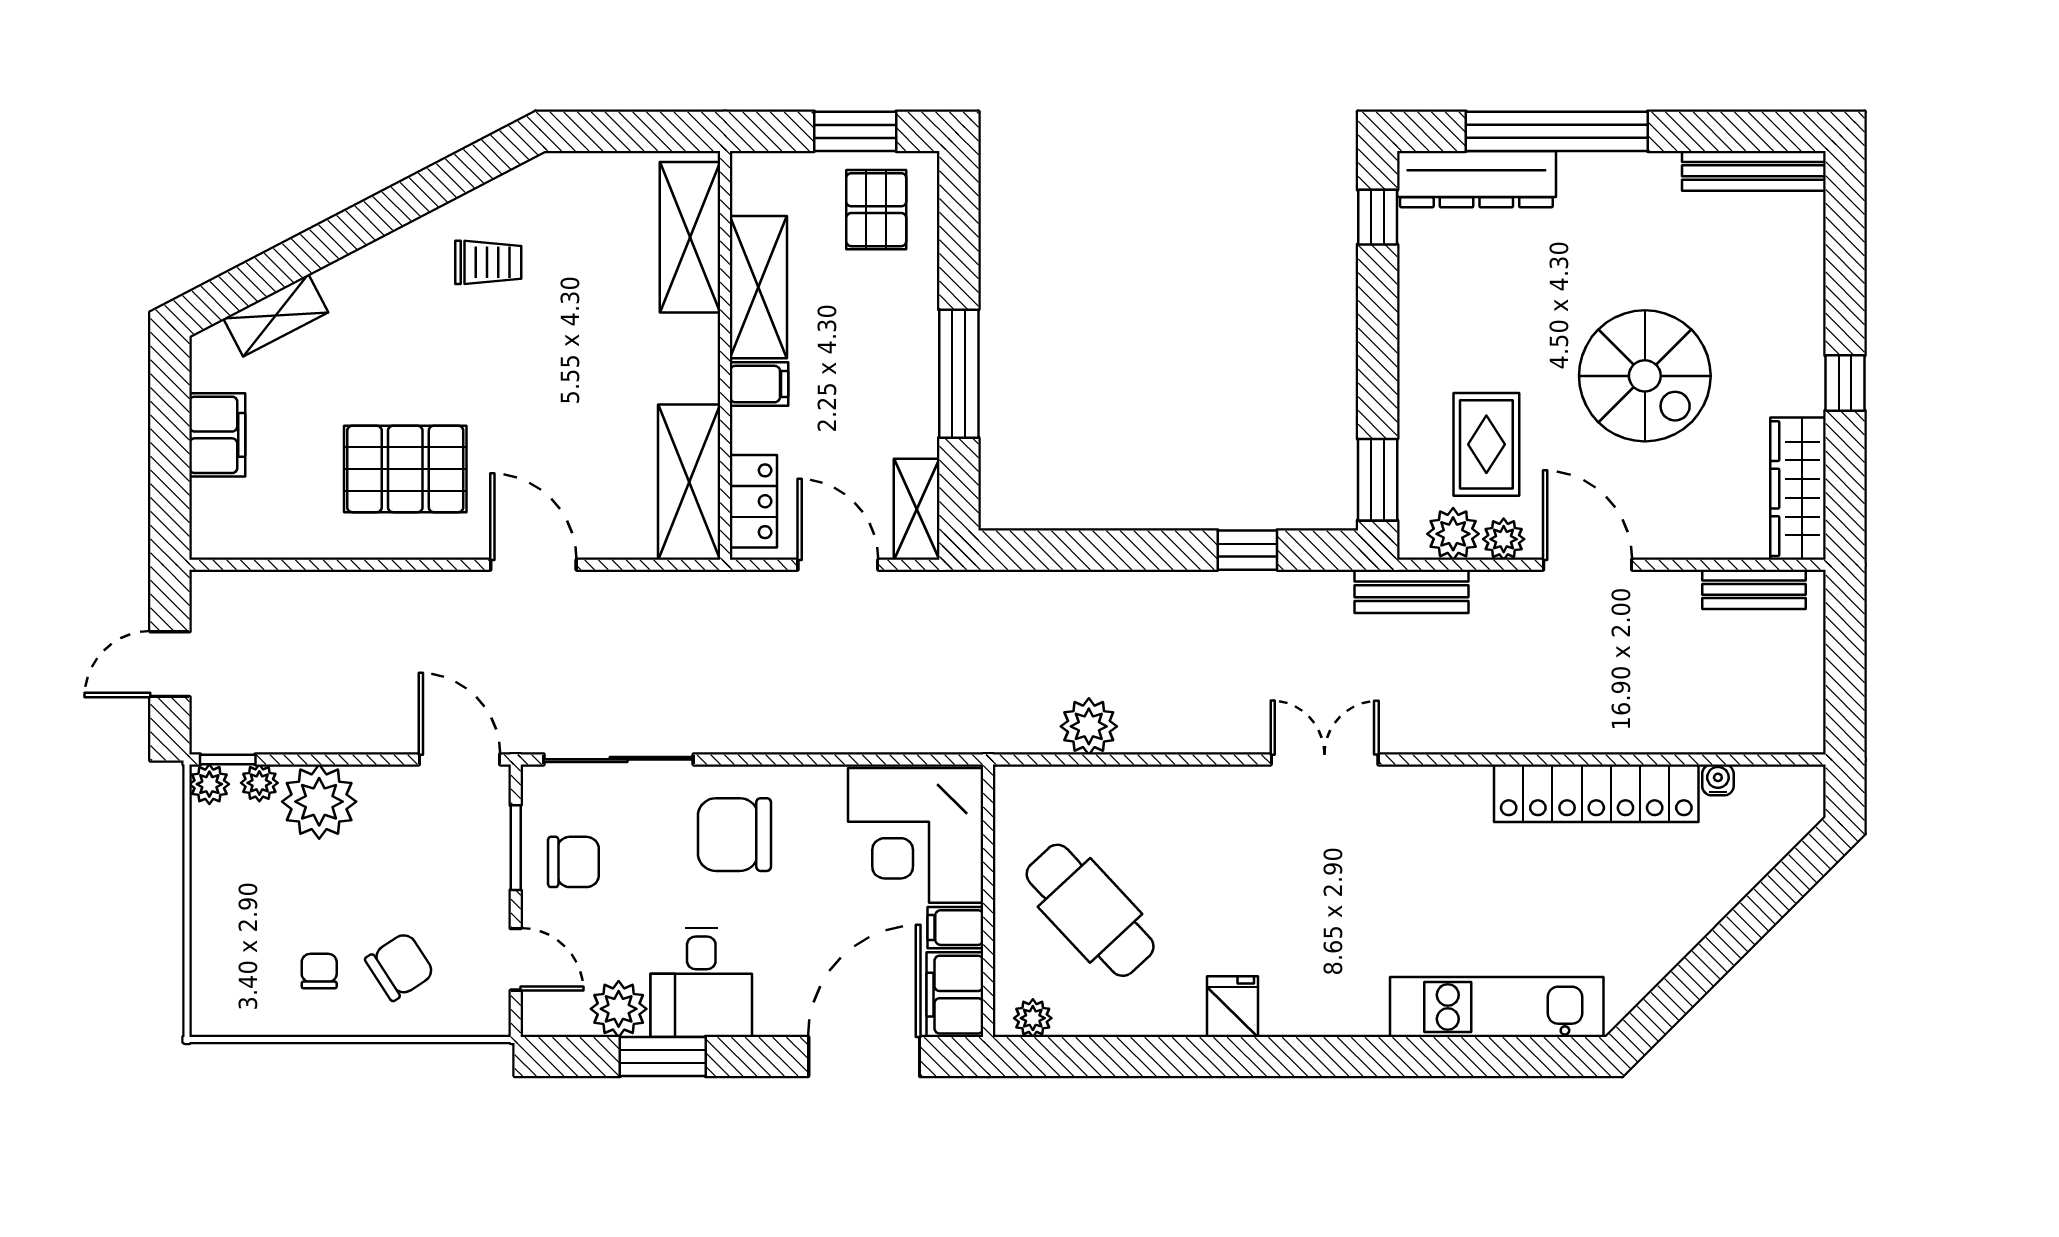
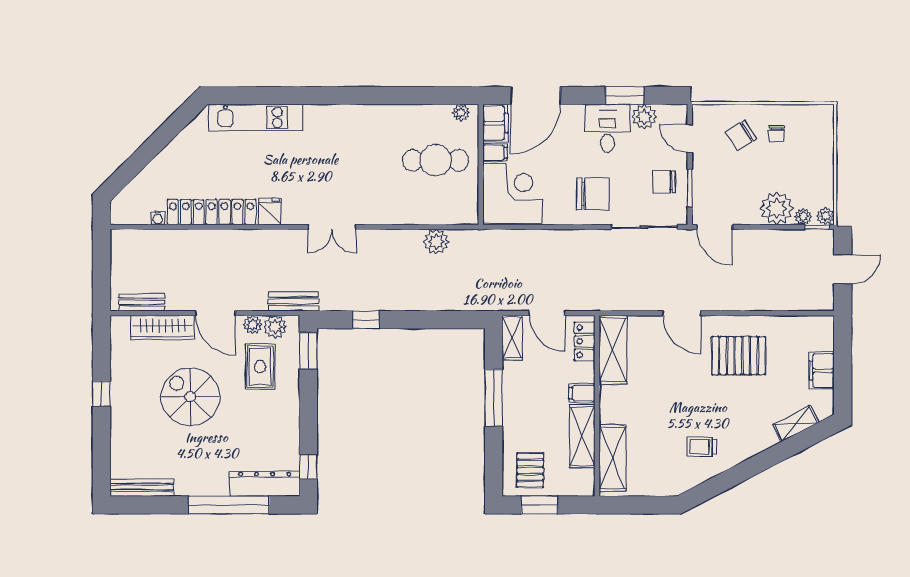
wardrobe: (1798, 489) -> (162, 328), moved, turned 90
cafe table: (1090, 910) -> (436, 160), turned -47
fridge: (1233, 1007) -> (270, 211), moved, turned 180

